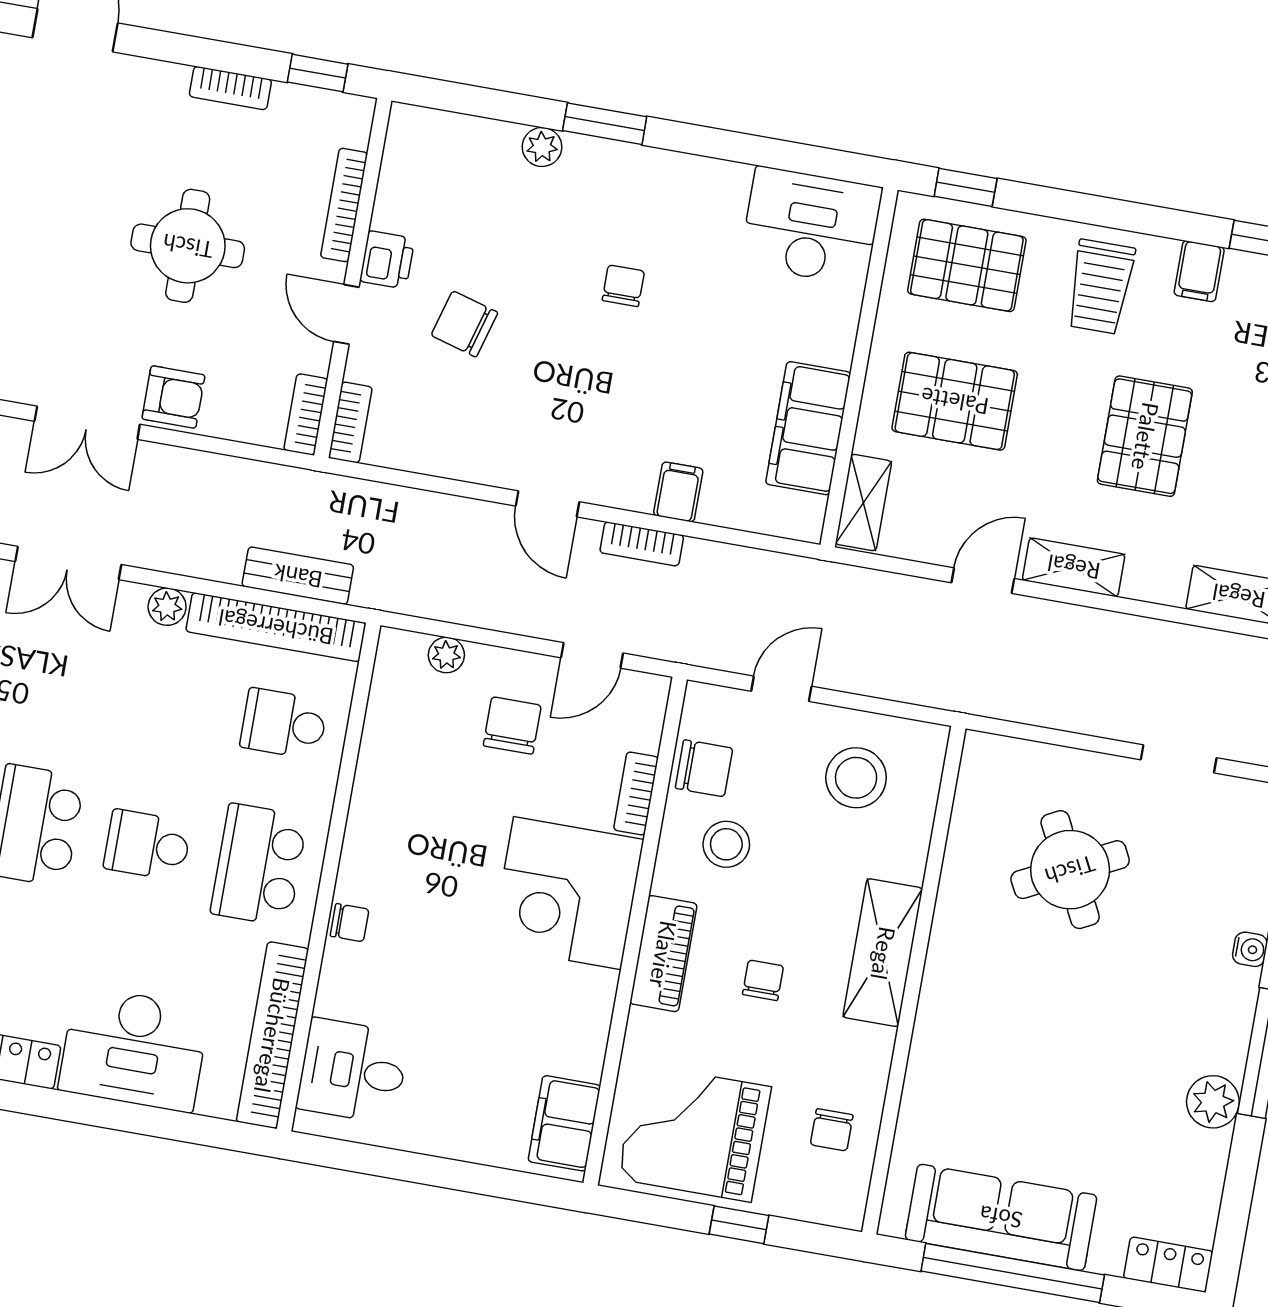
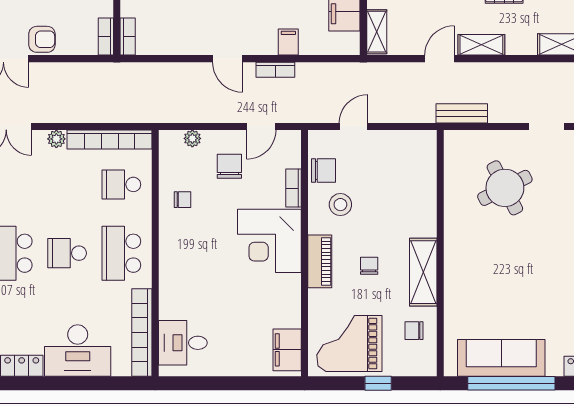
bench: (298, 576) -> (462, 113), moved
stool: (856, 778) -> (396, 162), removed
chair: (350, 923) -> (182, 200), moved
shelving: (883, 953) -> (423, 272), moved
chair: (832, 1130) -> (414, 331), turned 90

